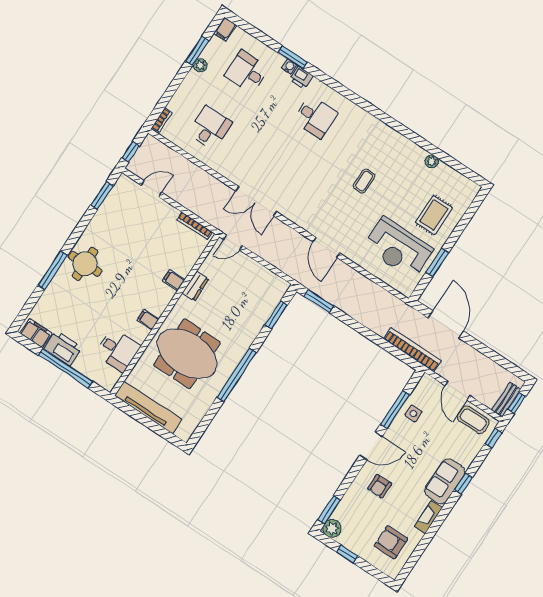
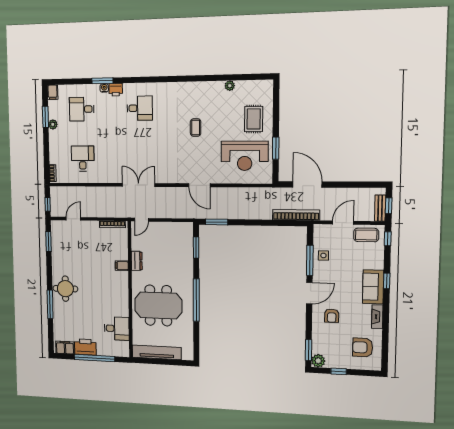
double door: (256, 201) -> (139, 185), swing flipped
filing cabinet: (148, 320) -> (122, 299), removed
door: (457, 391) -> (343, 223), swing flipped

